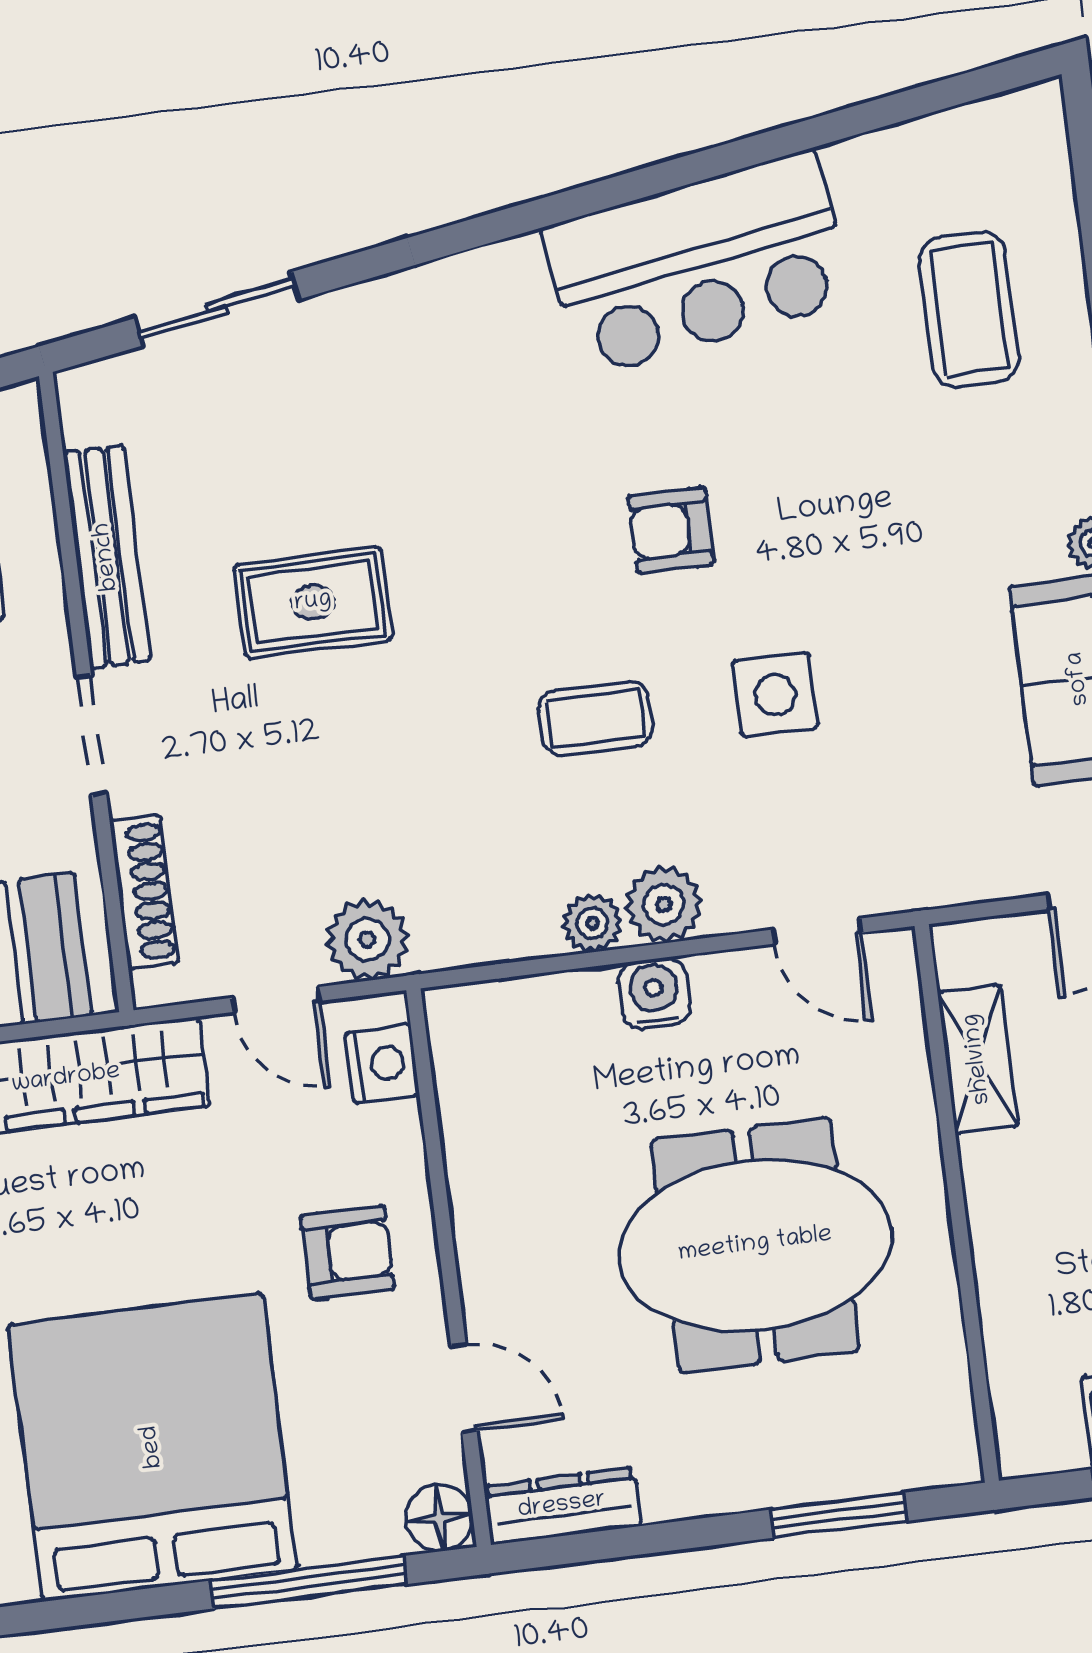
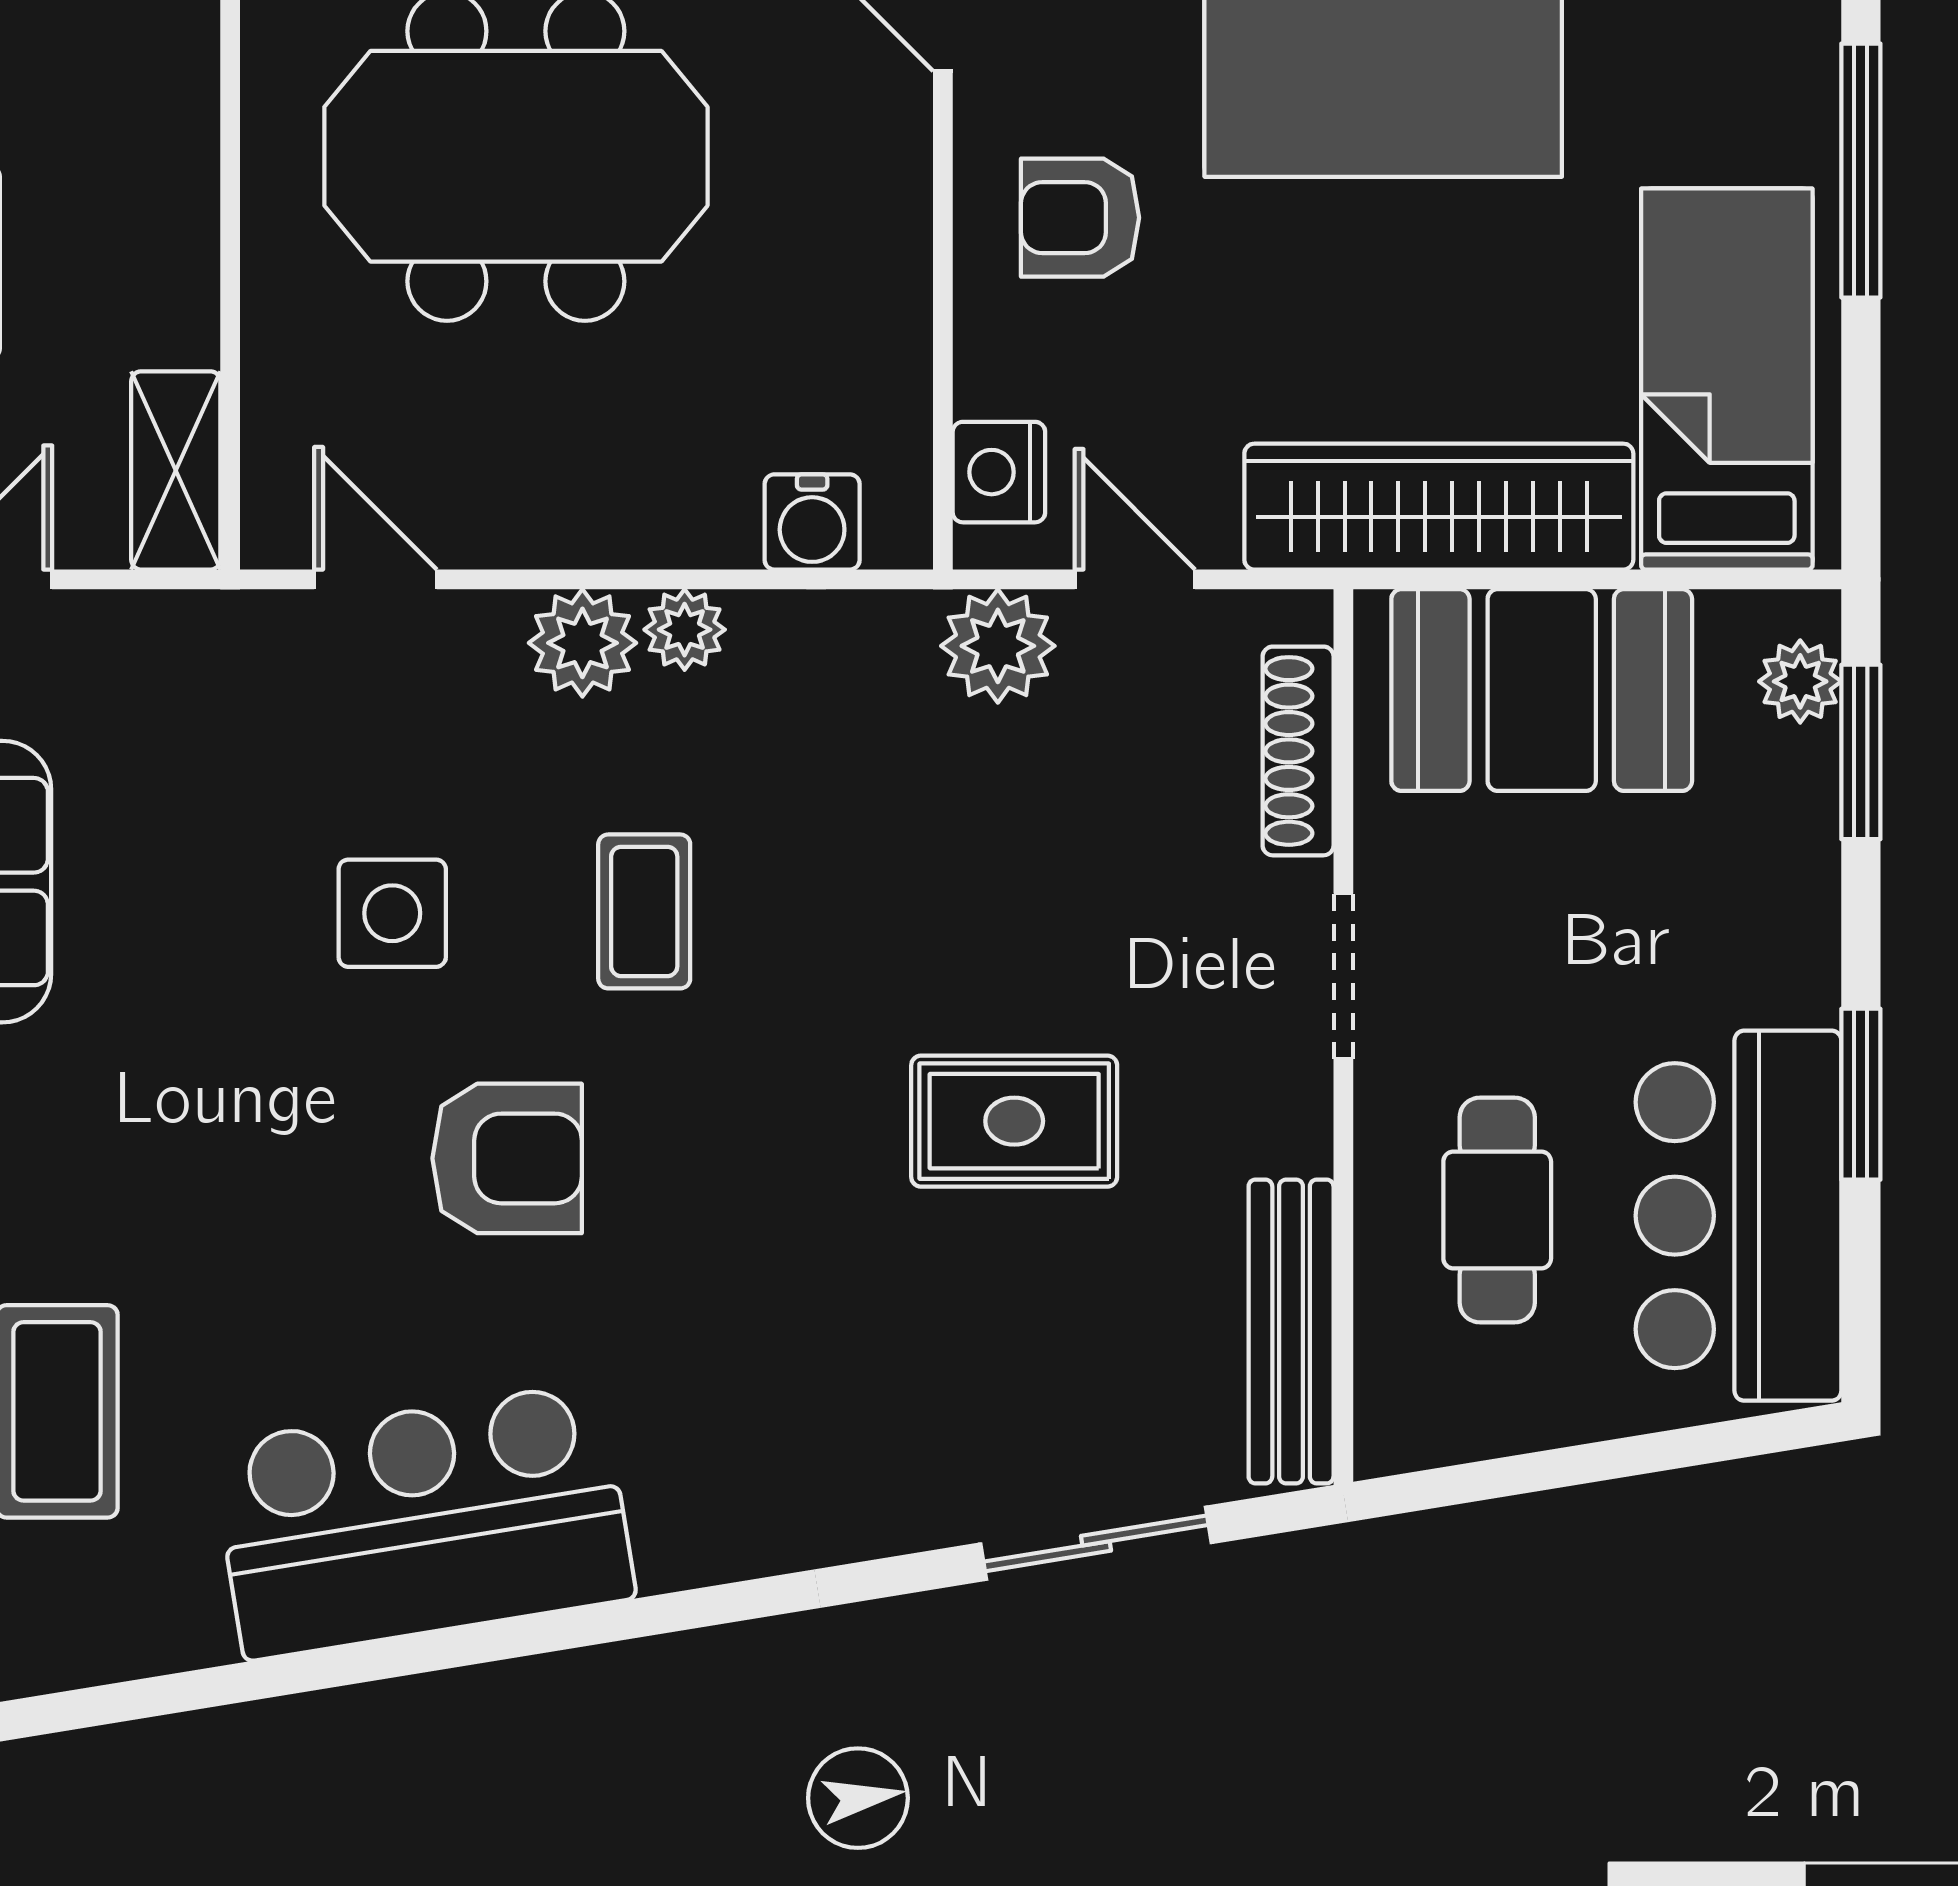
armchair: (671, 530) -> (507, 1158), width x1.38, depth x1.38
bench: (107, 557) -> (1291, 1331), moved
coffee table: (596, 719) -> (644, 911), turned 90
water cooler: (654, 993) -> (812, 522), moved
shelving: (978, 1059) -> (176, 470), moved

